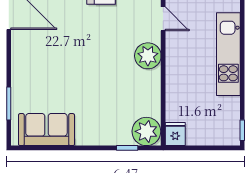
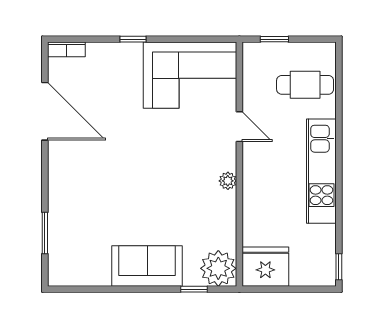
plant: (148, 56) -> (228, 181), width x0.53, depth x0.53
sofa: (46, 130) -> (147, 266), moved
fridge: (175, 134) -> (265, 267), width x1.88, depth x1.34

